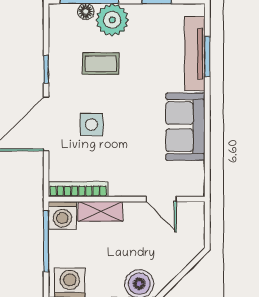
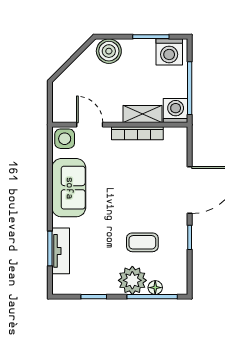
tv unit: (195, 54) -> (61, 251), width x0.71
side table: (91, 125) -> (65, 139), moved
bookcase: (78, 189) -> (137, 133), moved

